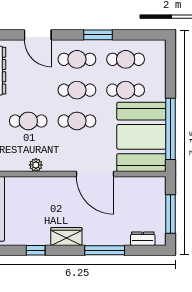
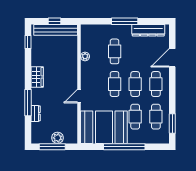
window: (98, 35) -> (172, 123), moved
window: (170, 129) -> (124, 147), moved
door: (95, 174) -> (79, 96), width x0.53
plant: (157, 206) -> (58, 138), added
dresser: (143, 239) -> (36, 113), moved
window: (36, 250) -> (28, 42), moved

